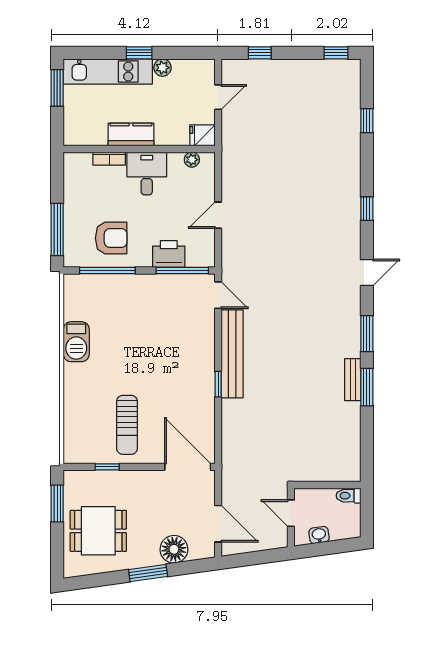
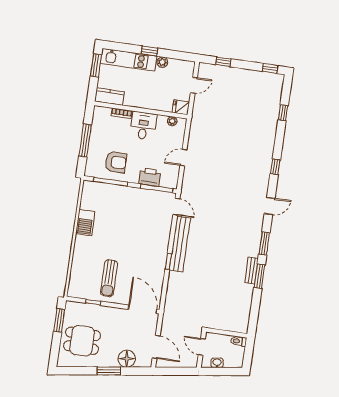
kitchen counter: (131, 135) -> (109, 97), moved
window: (57, 230) -> (85, 140), moved

